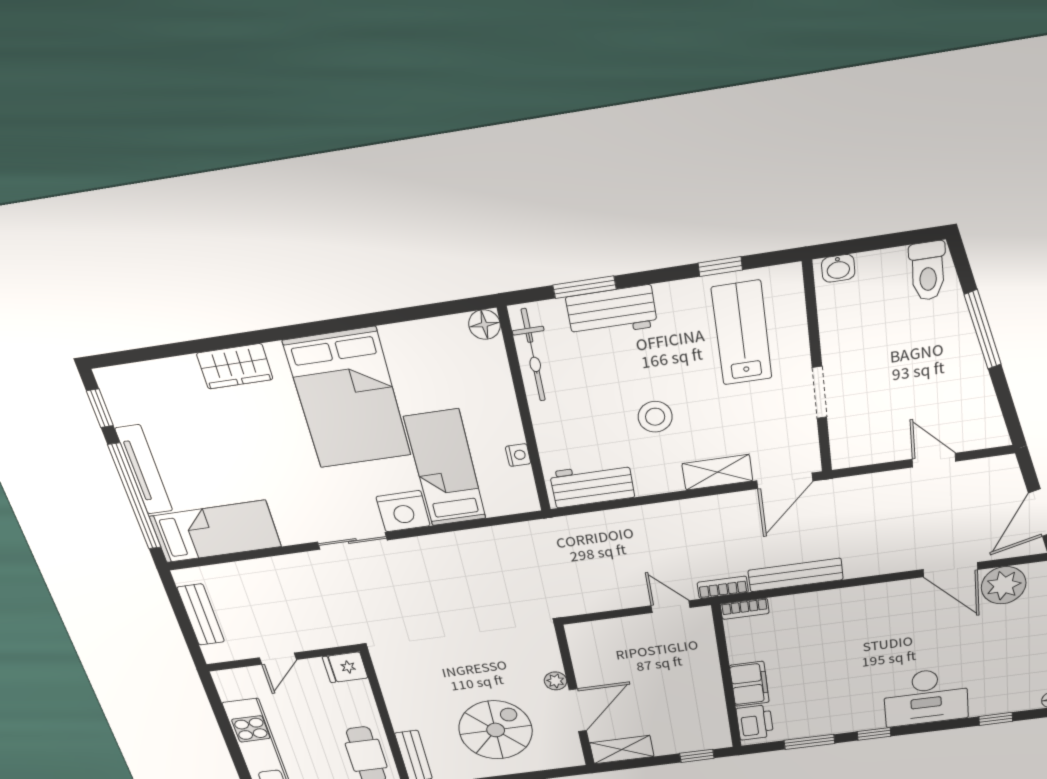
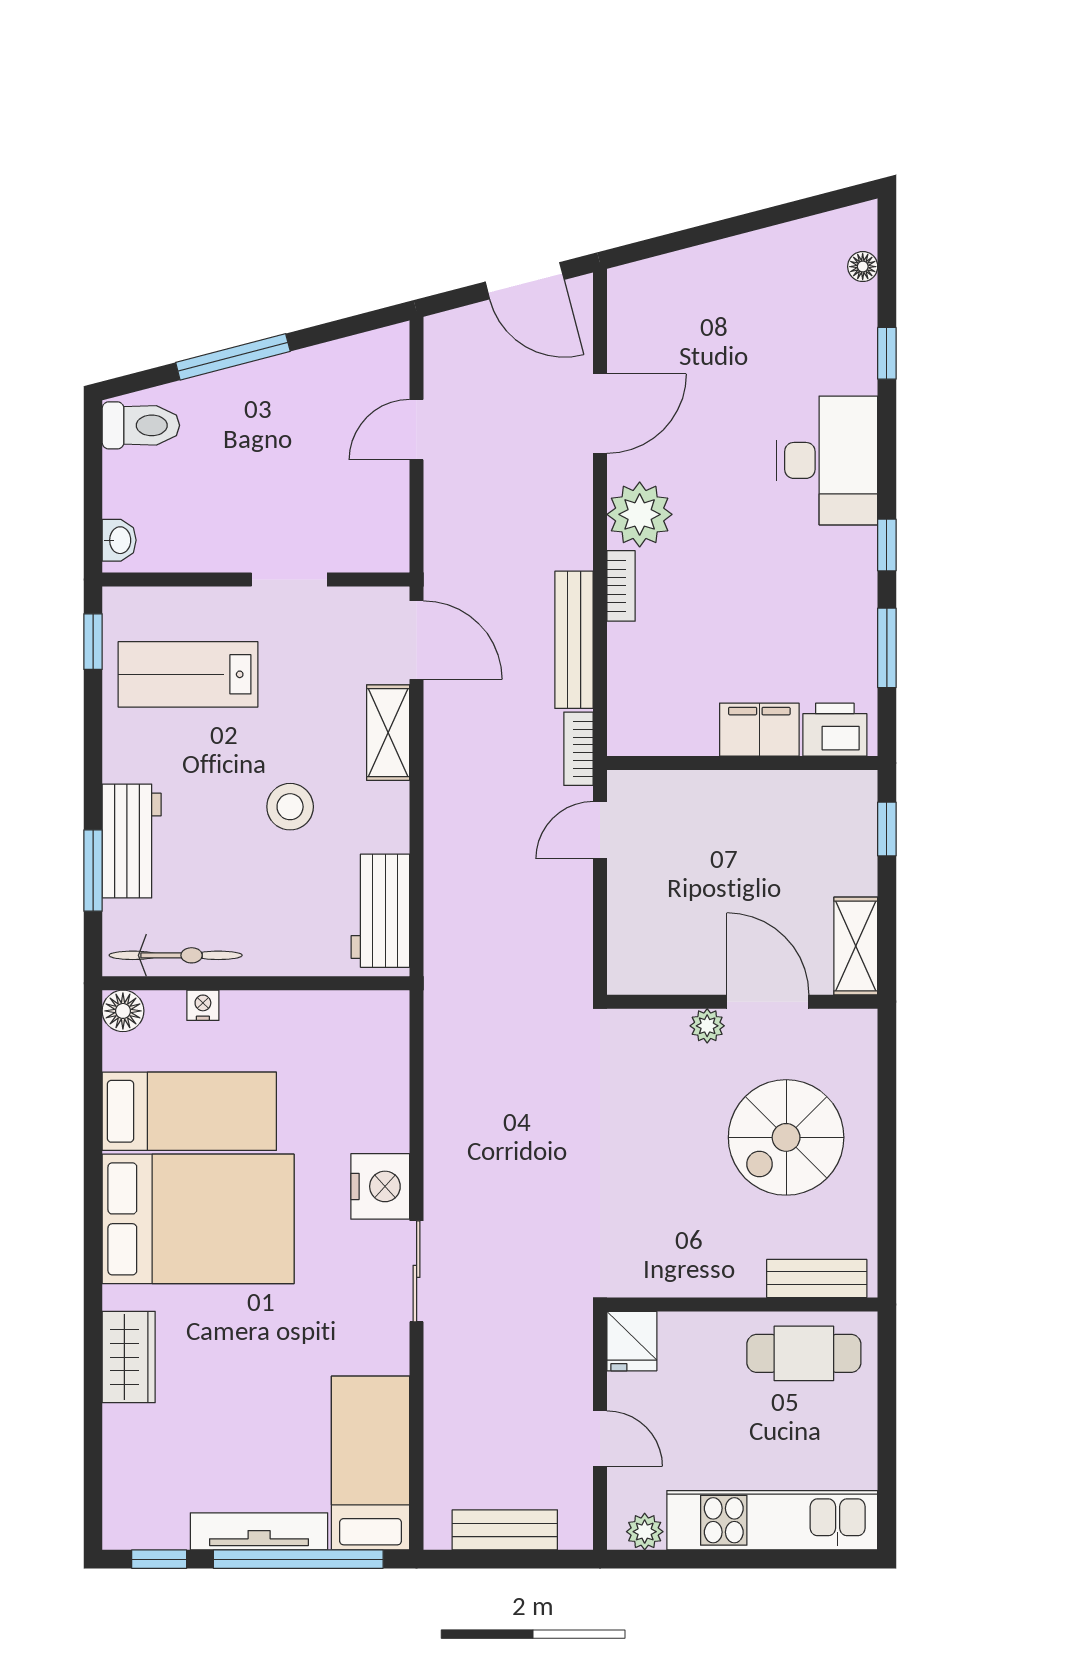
window: (720, 267) -> (93, 642), moved
nightstand: (518, 455) -> (203, 1005), moved
bed: (445, 468) -> (189, 1111), moved, turned 180
plant: (1004, 585) -> (640, 514), moved
bookcase: (745, 609) -> (621, 586), moved
plant: (229, 690) -> (645, 1532), added
spiral stairs: (496, 730) -> (786, 1137), turned -90

